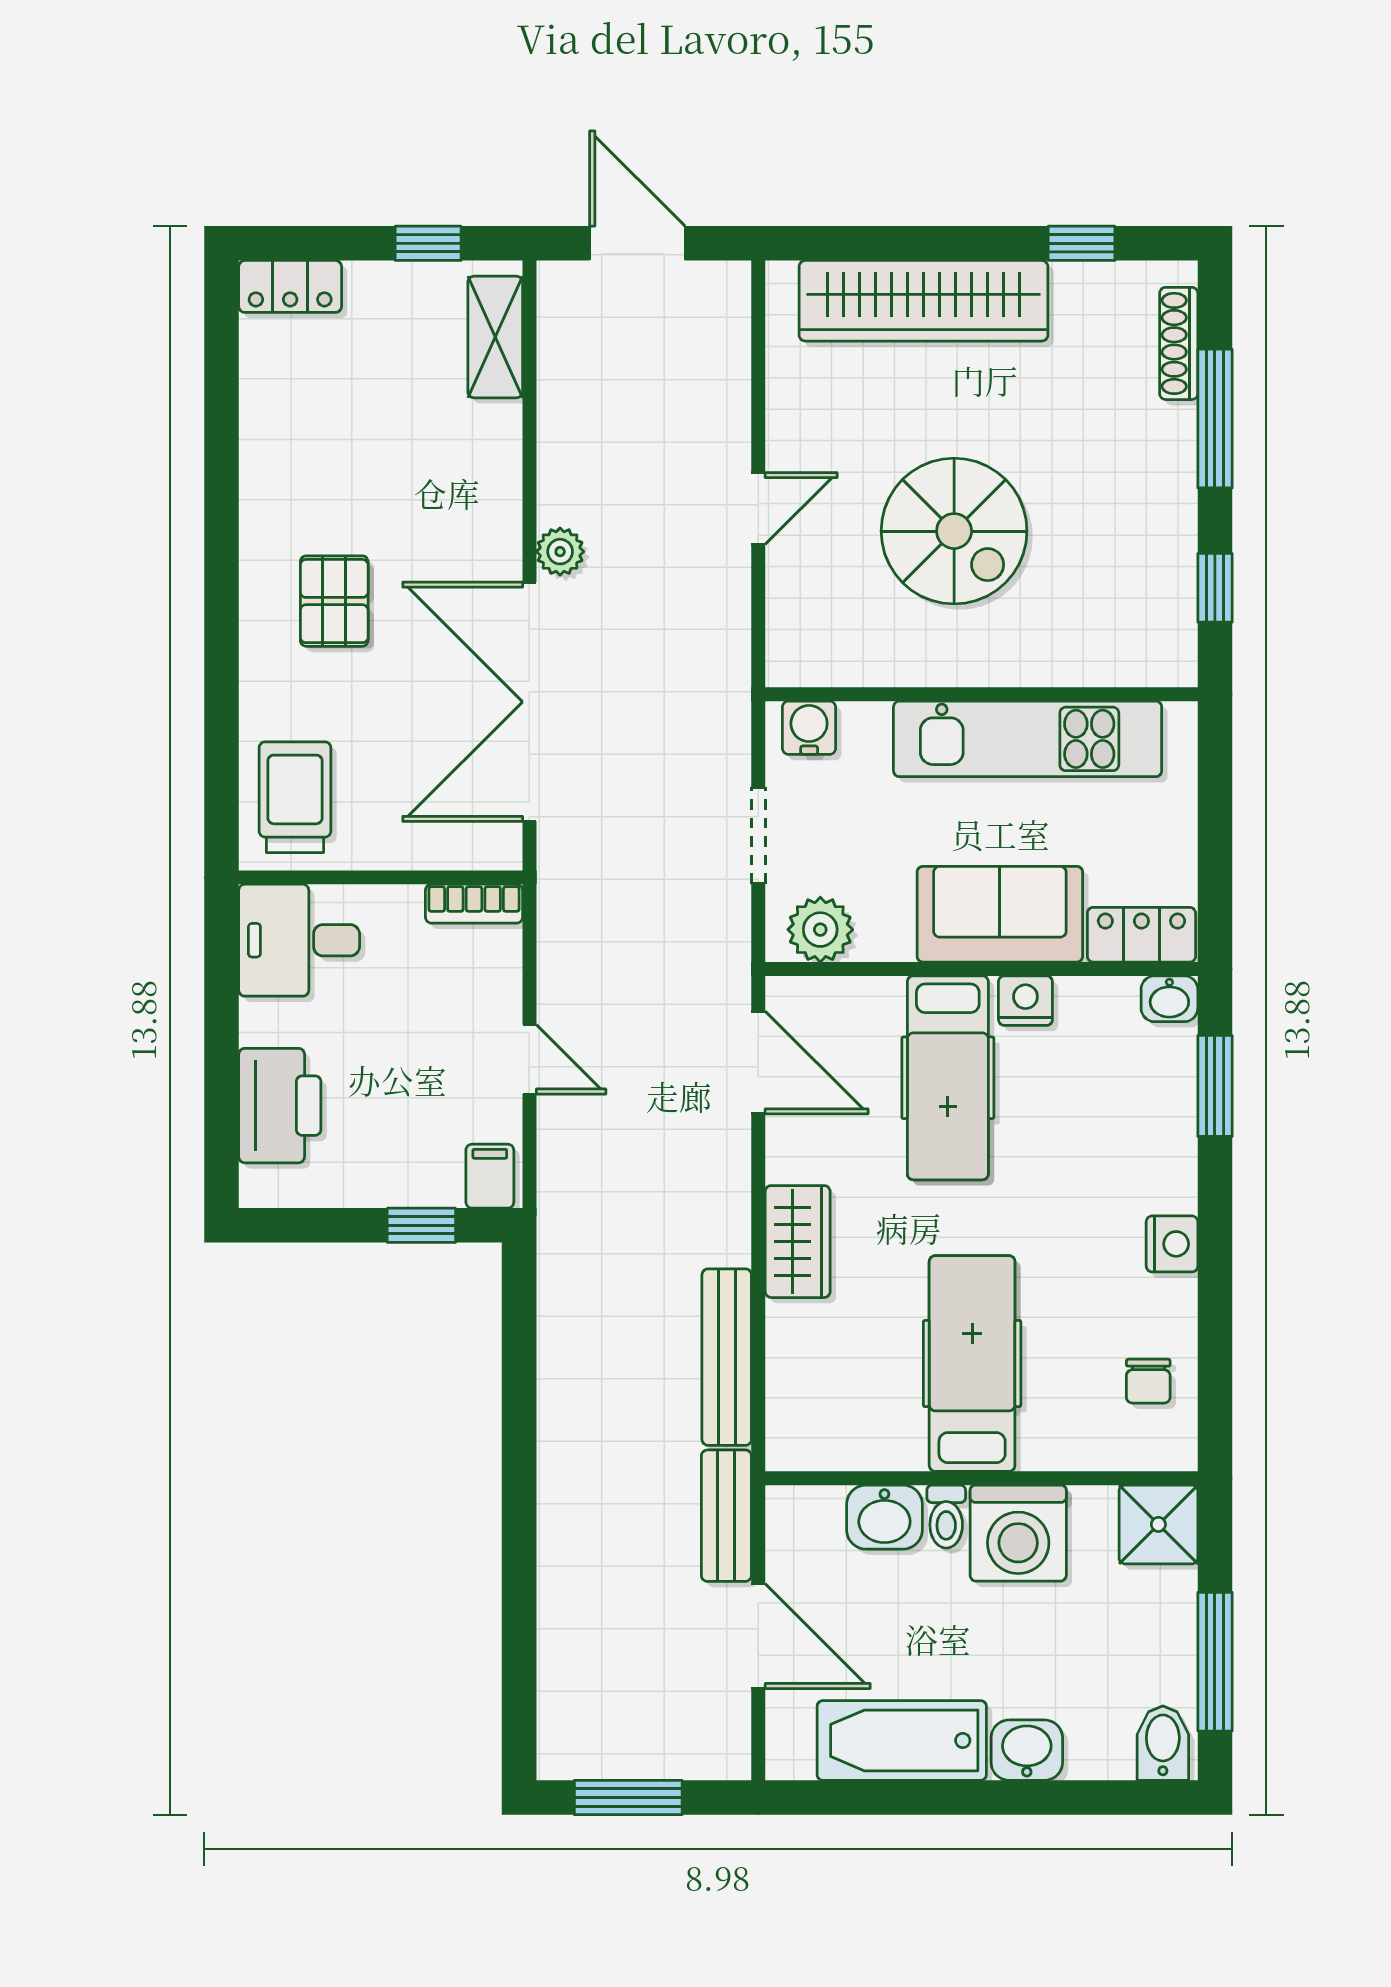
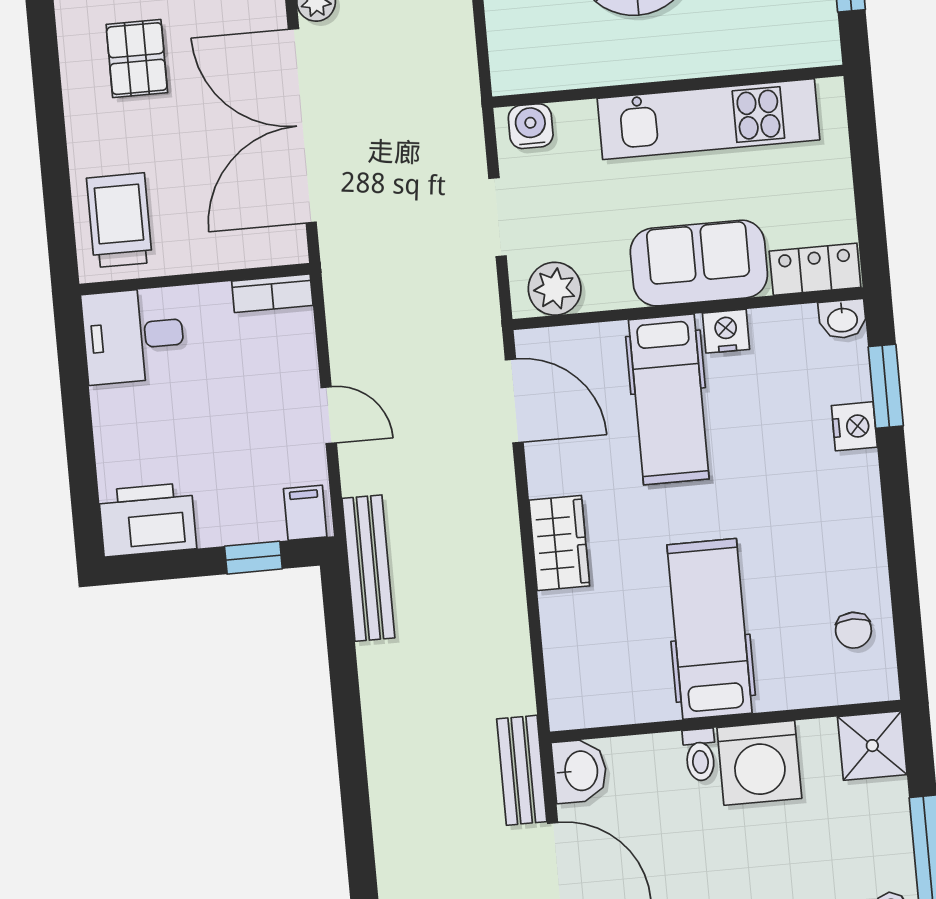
printer: (280, 1106) -> (148, 520), moved, turned -90
nightstand: (1172, 1244) -> (854, 426), moved
bench: (727, 1357) -> (368, 568), moved
washbasin: (884, 1517) -> (580, 771), moved, turned -90

